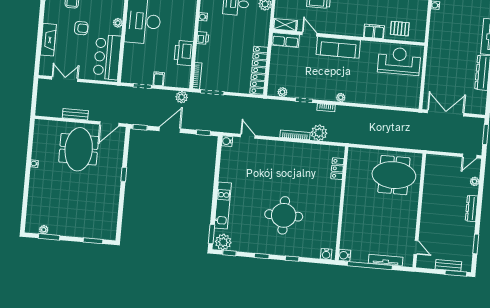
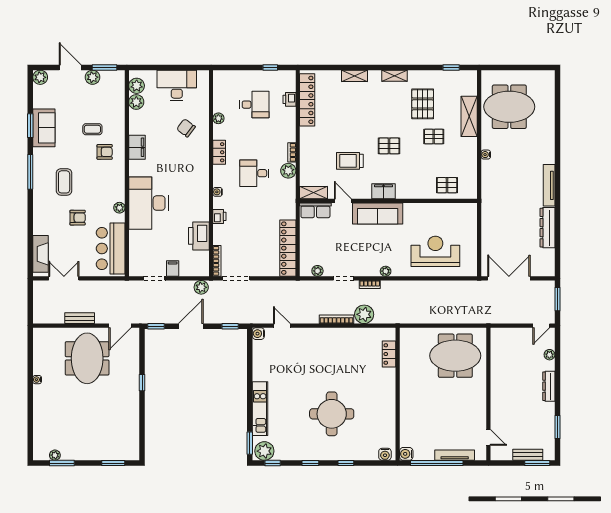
filing cabinet: (374, 31) -> (384, 191), moved
fireplace: (48, 40) -> (41, 254), moved
reception desk: (399, 61) -> (435, 251), moved

